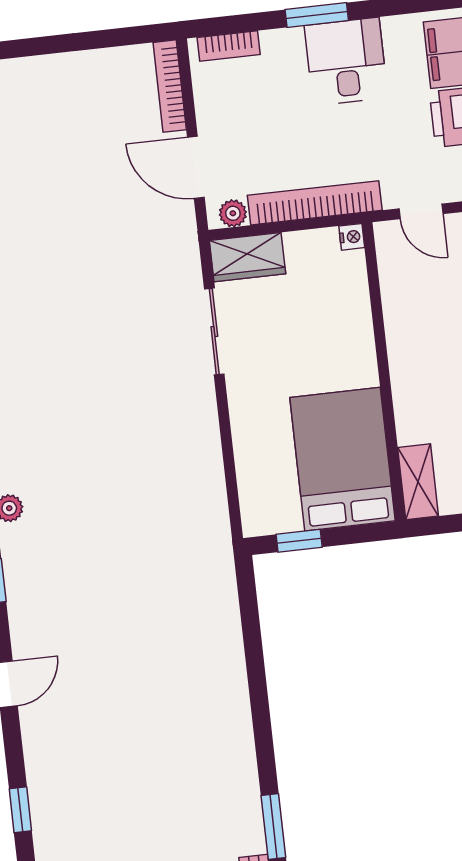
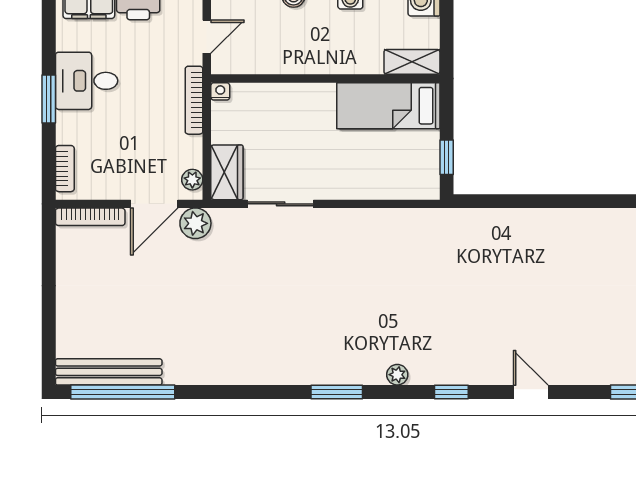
bookcase: (315, 203) -> (194, 100), width x0.68, depth x0.76
plant: (177, 224) -> (195, 223), added
bed: (343, 459) -> (388, 106), width x0.67

